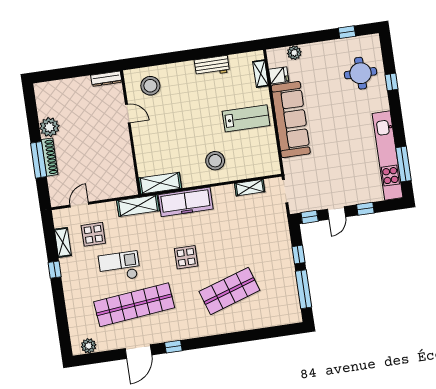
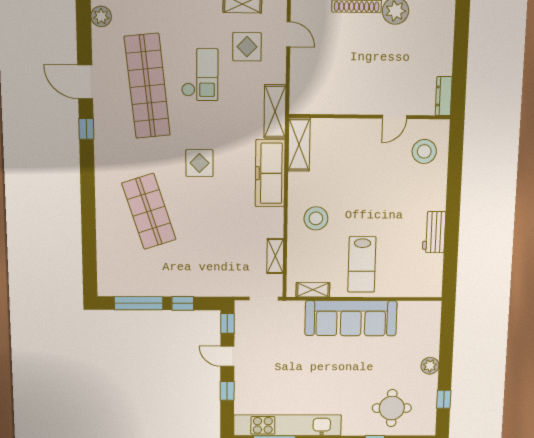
plant: (294, 53) -> (430, 366), moved
shelving: (261, 74) -> (313, 290), moved
fridge: (279, 75) -> (407, 312), removed

